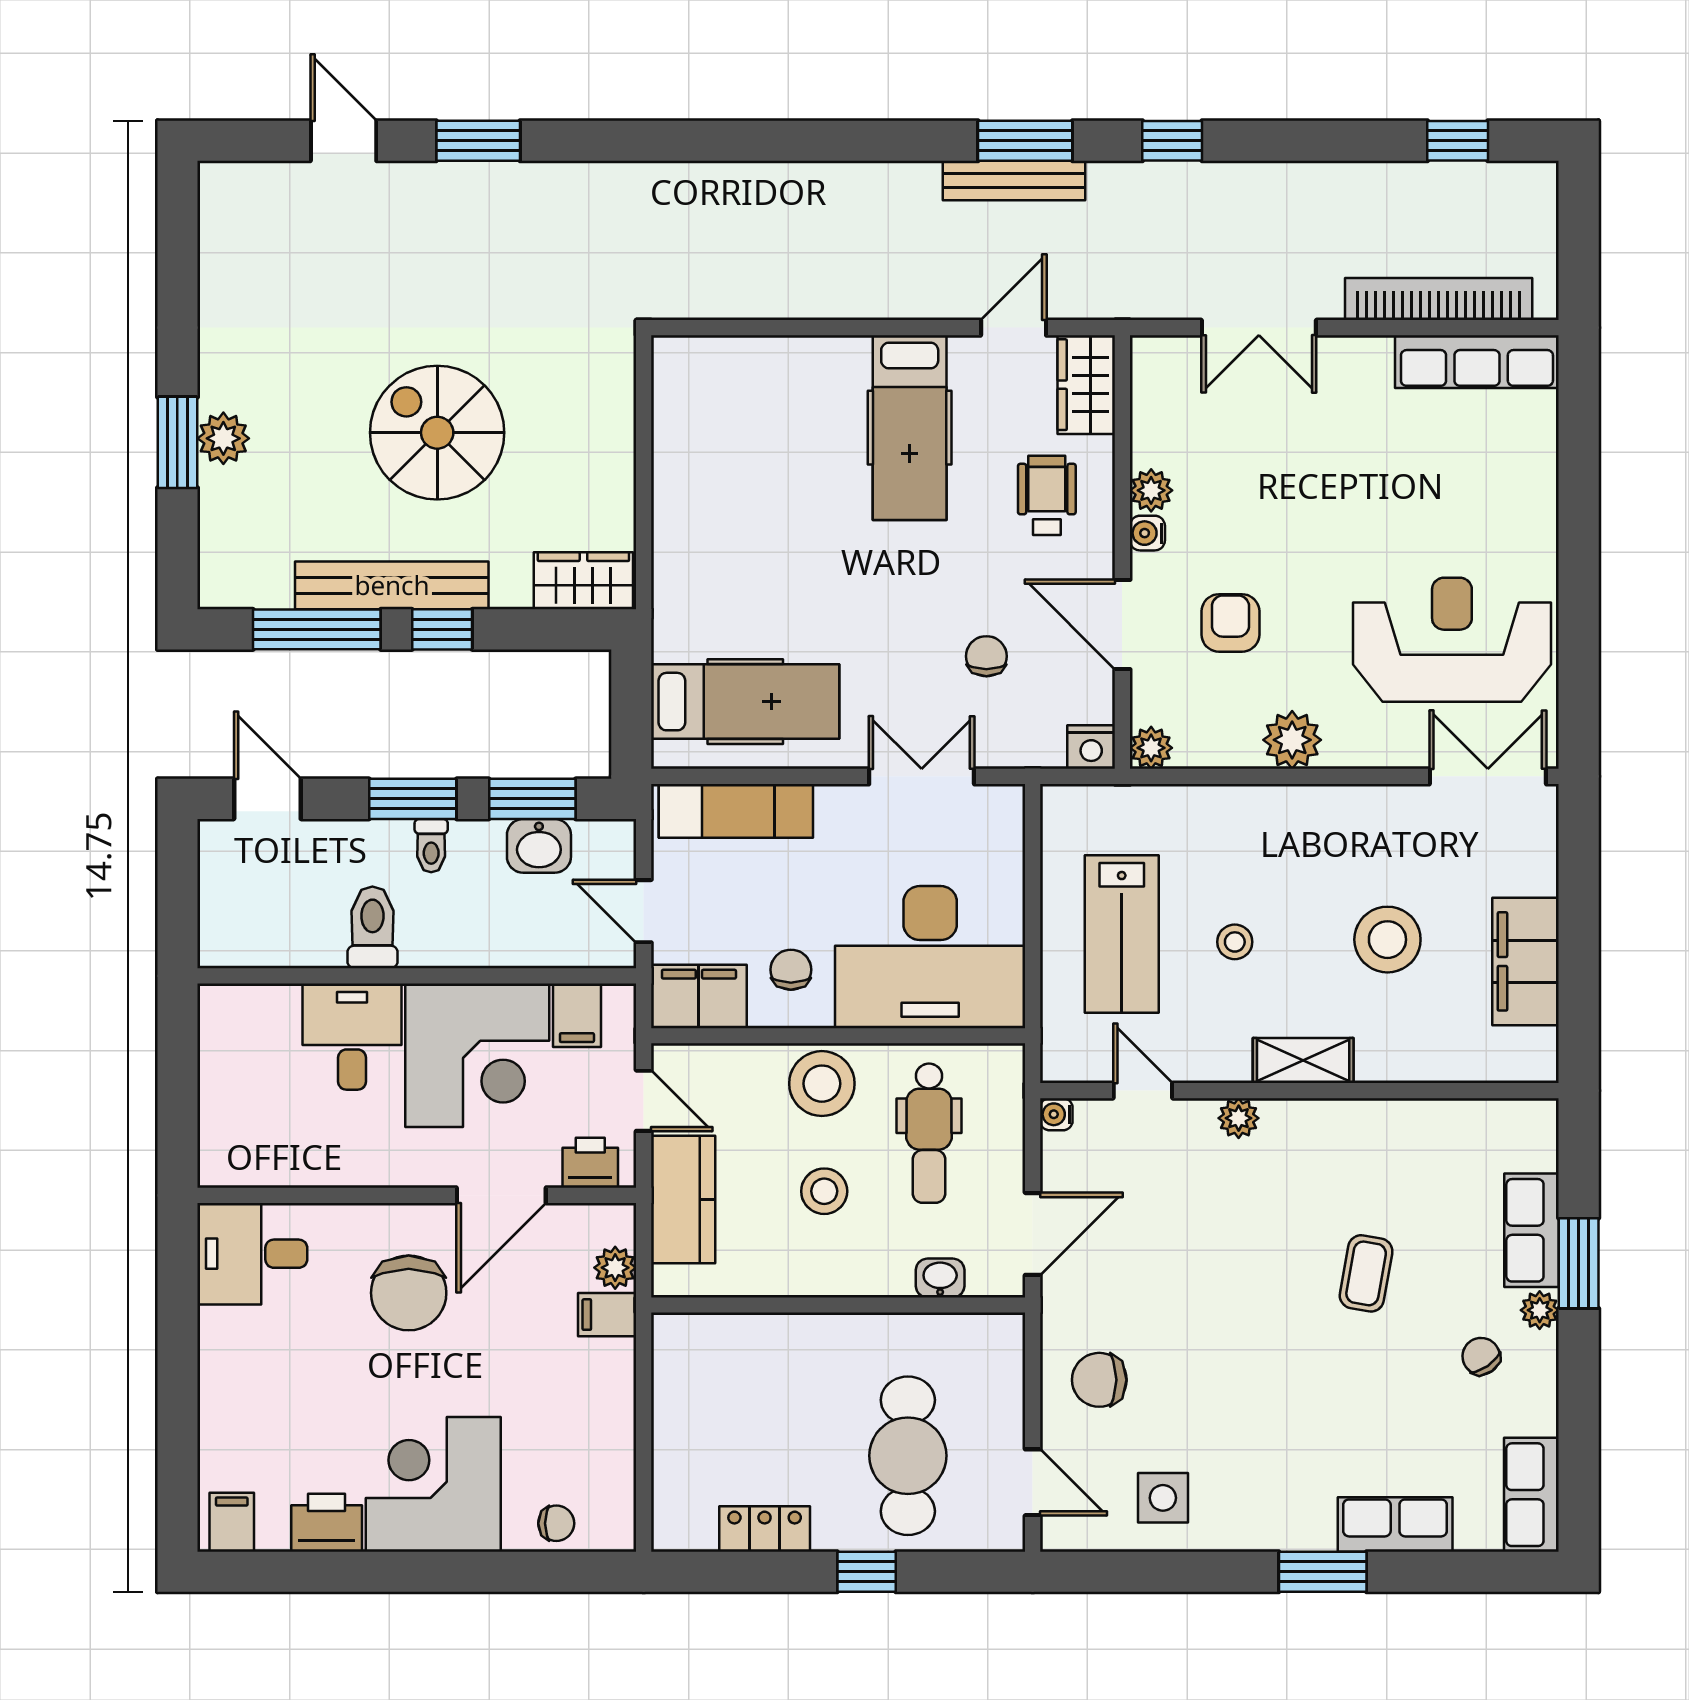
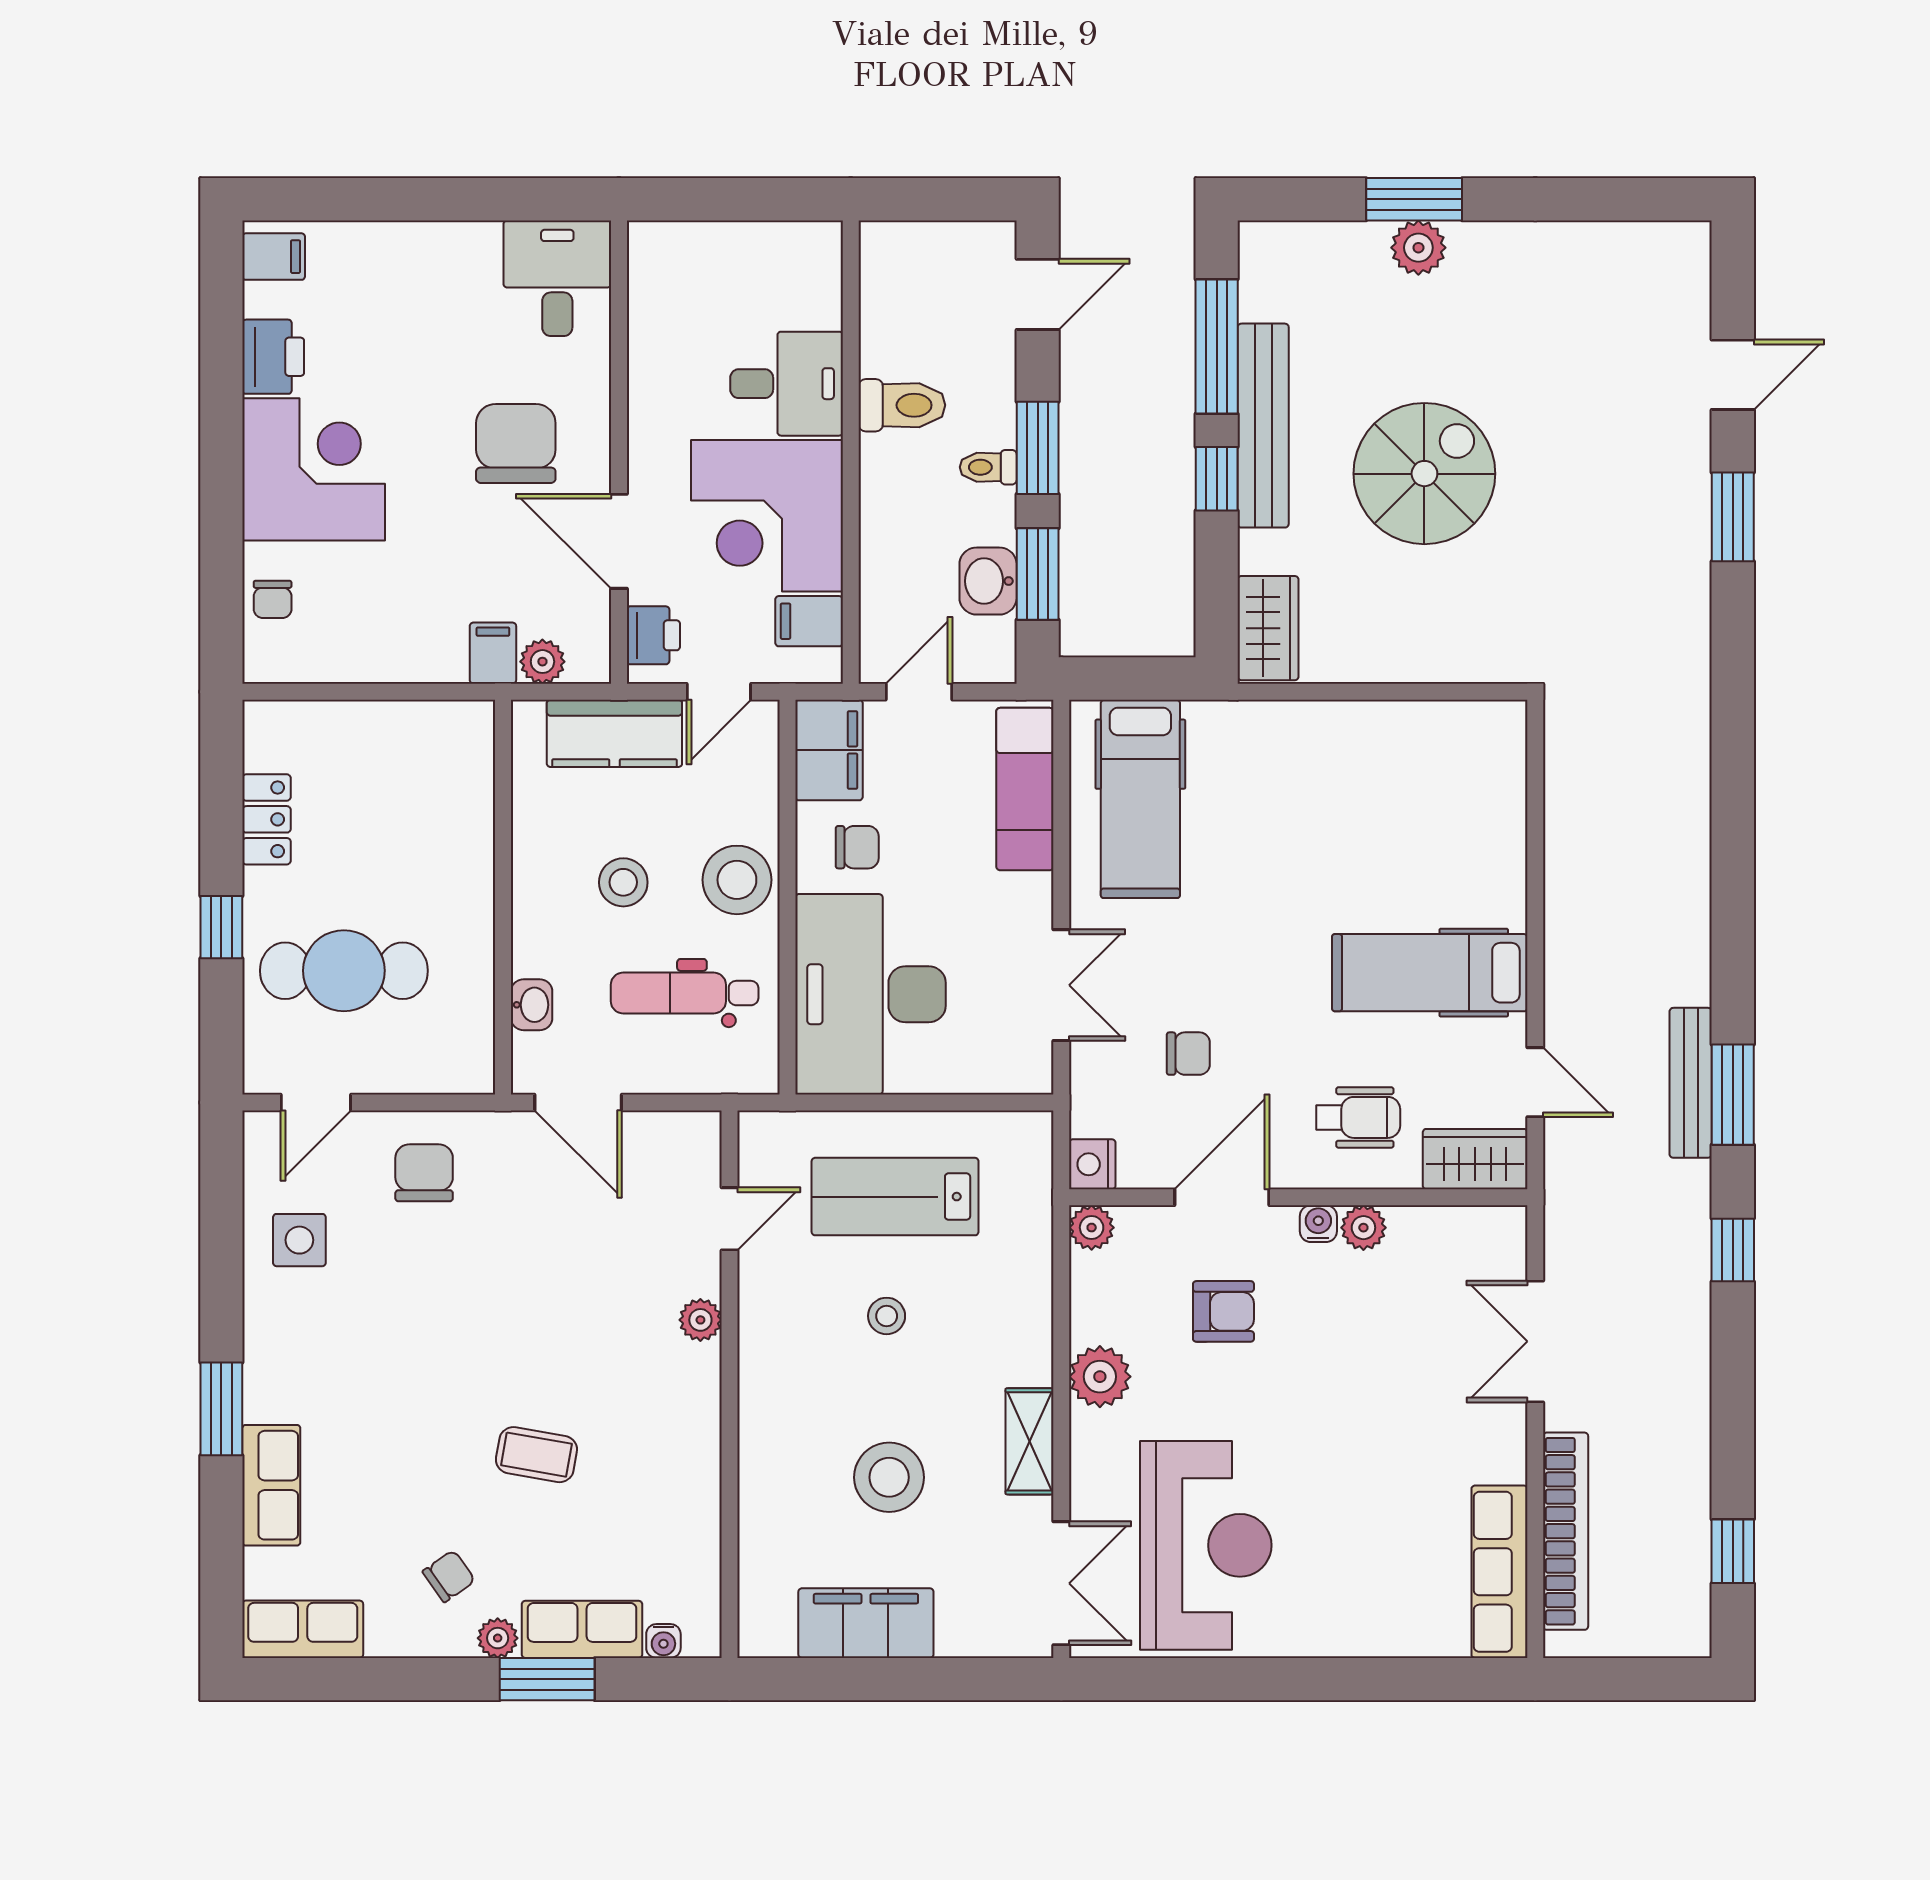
shelving: (1303, 1060) -> (1029, 1441), moved
water cooler: (1056, 1114) -> (663, 1641), moved, turned 180
chair: (409, 1293) -> (516, 443), turned 90

